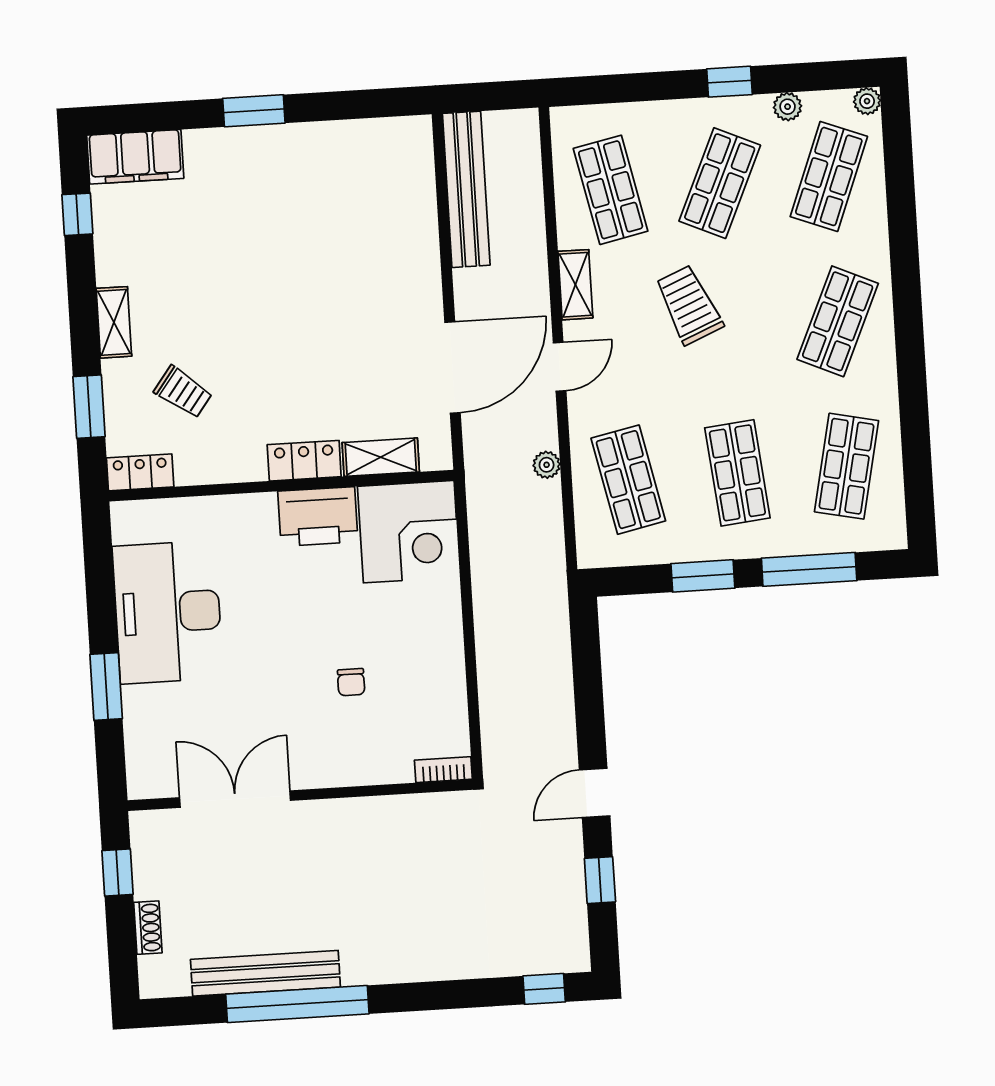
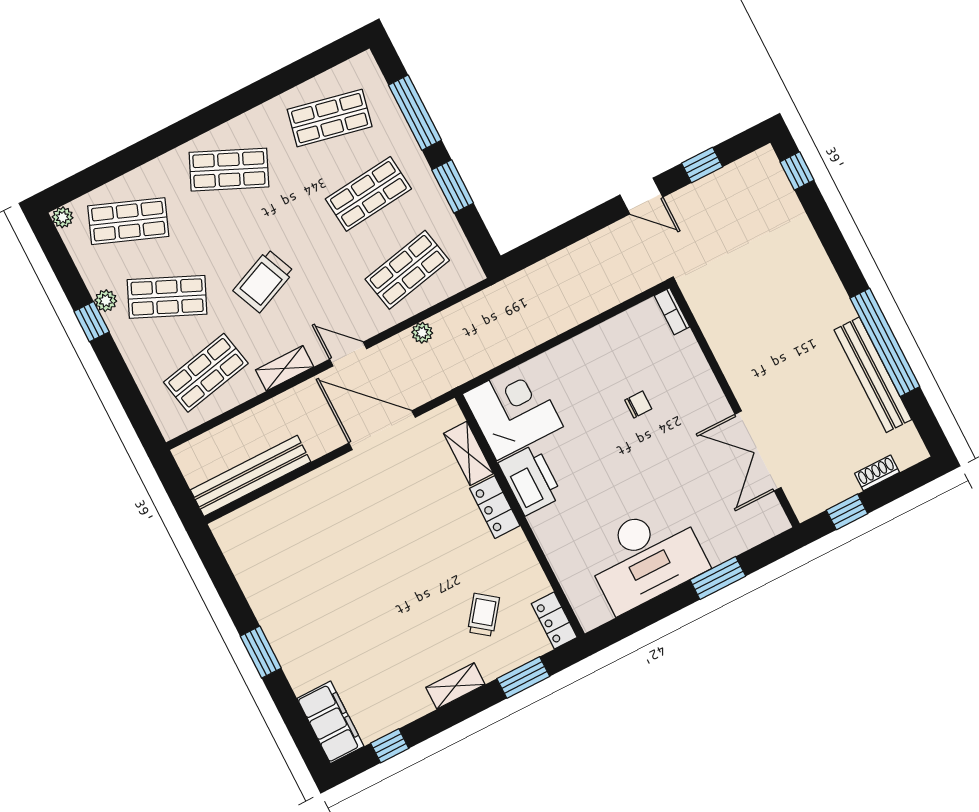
plant: (788, 107) -> (106, 301), moved

